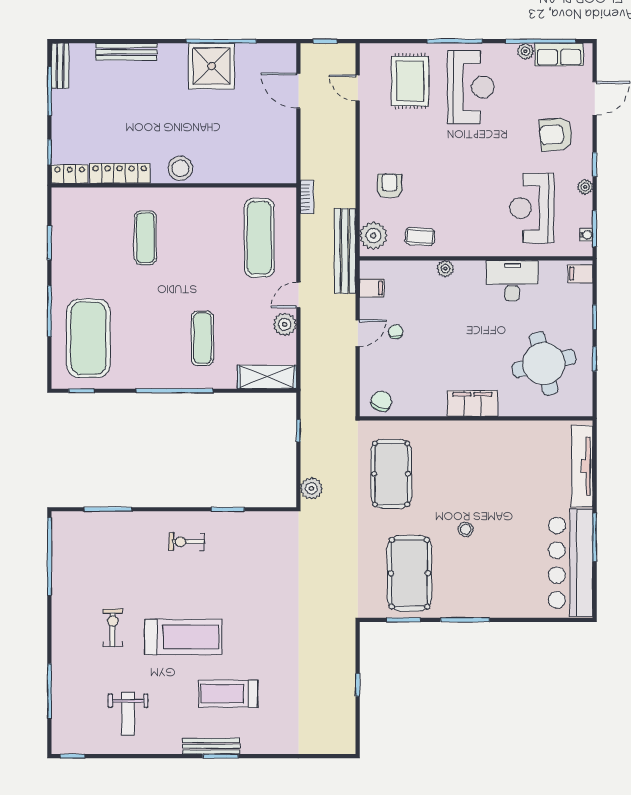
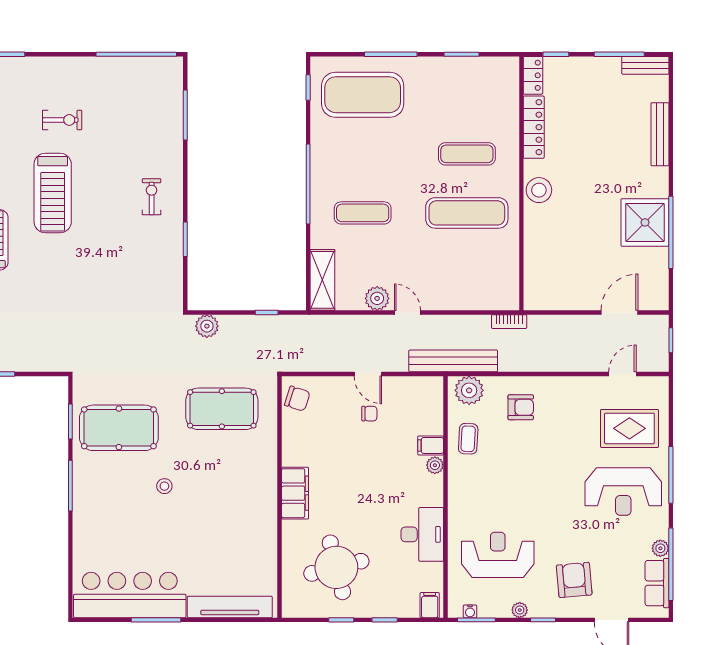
exercise mat: (259, 238) -> (467, 213), moved
filing cabinet: (372, 288) -> (431, 445), moved, turned 90

